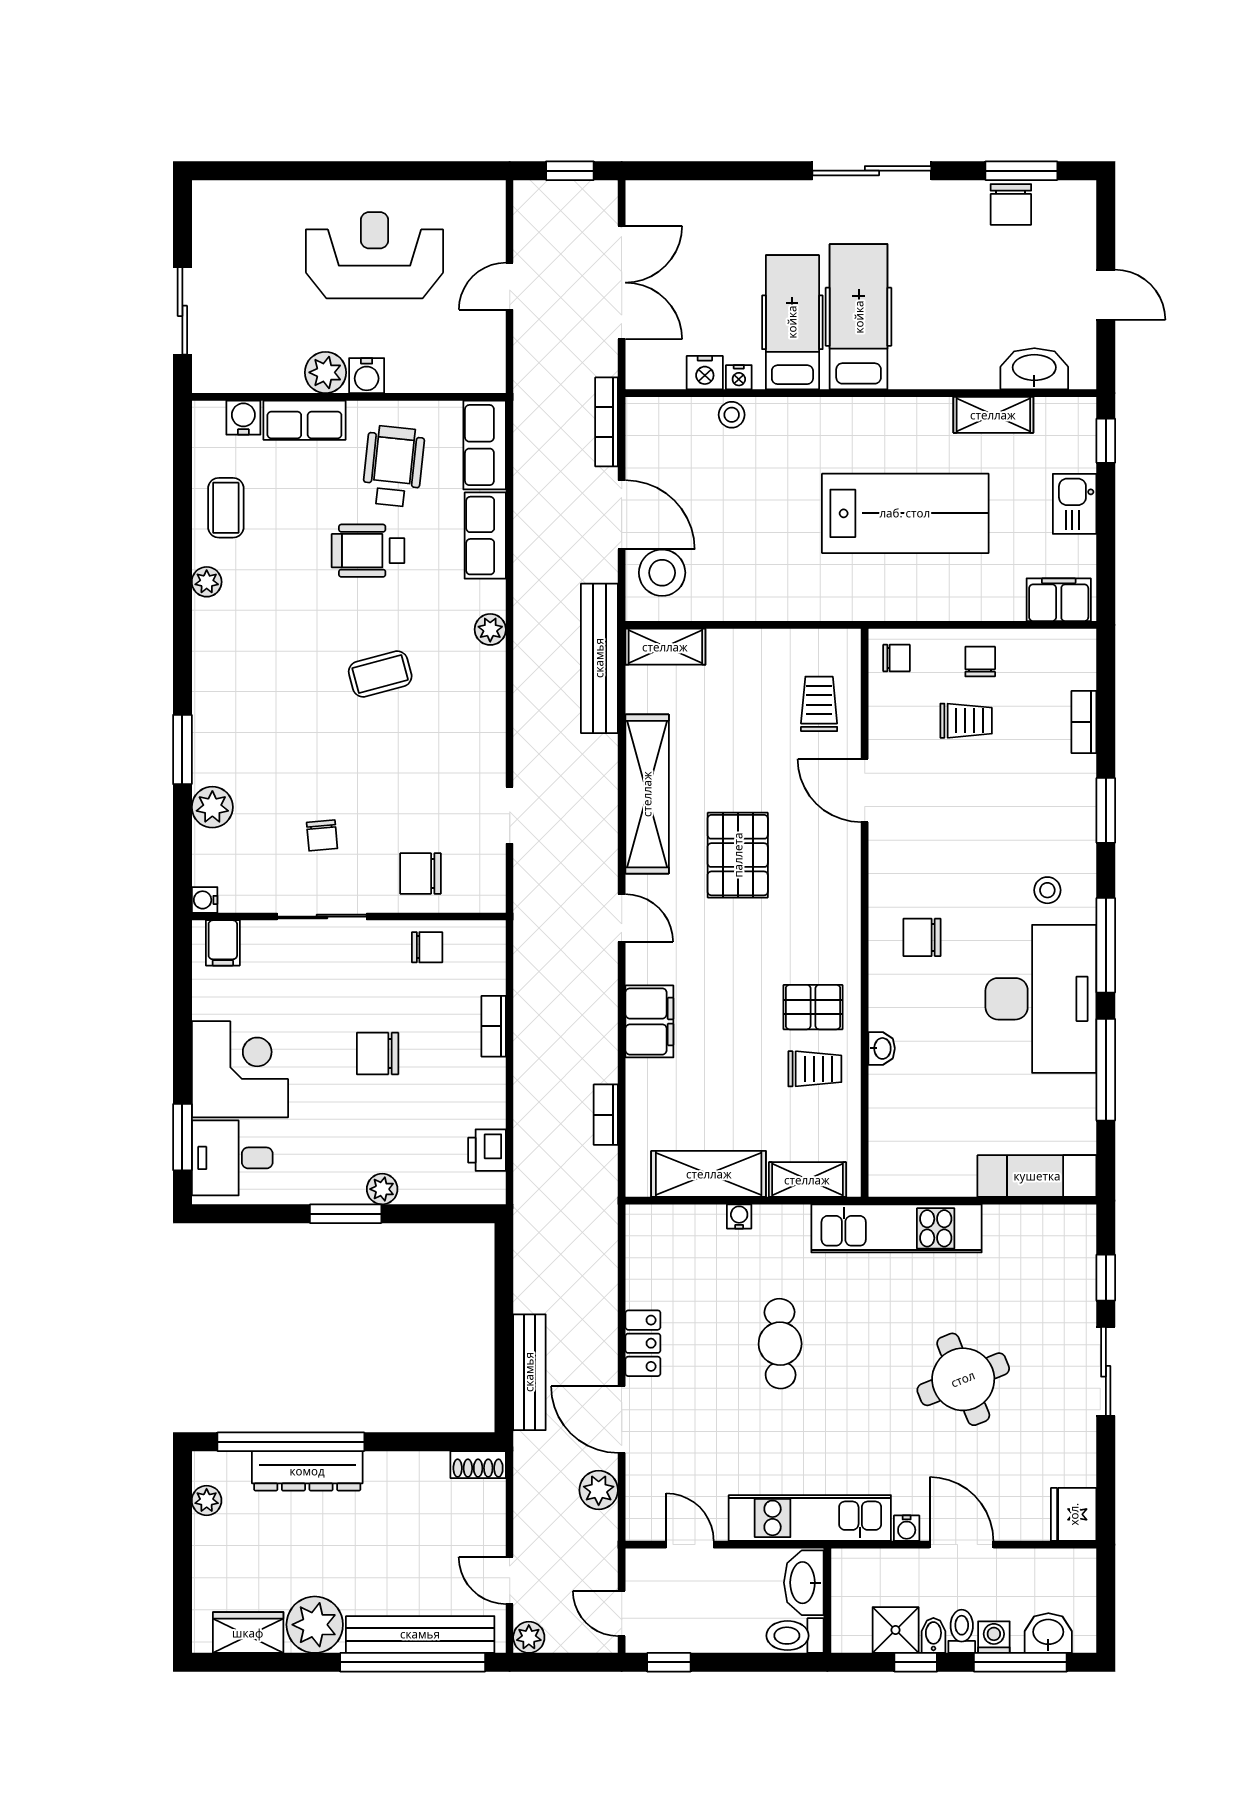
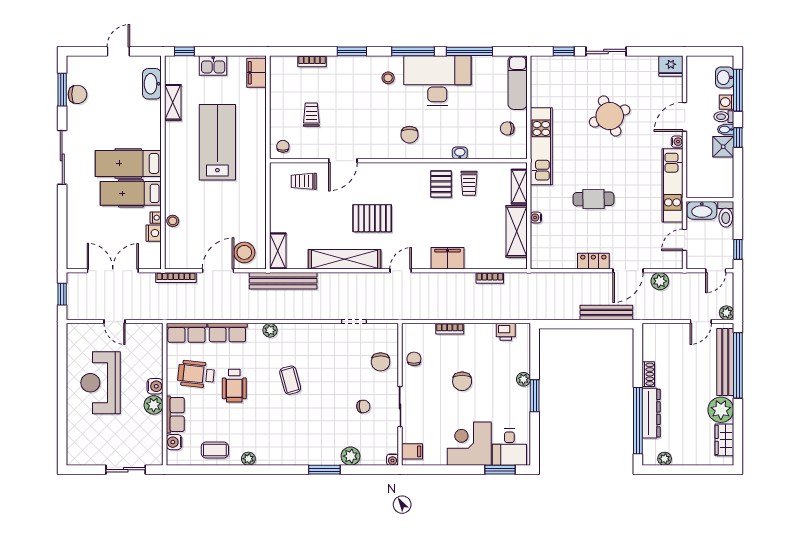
chair: (980, 662) -> (507, 128), moved
trolley: (815, 1069) -> (469, 183), turned 180
shoe rack: (478, 1465) -> (648, 374), moved
washbasin: (804, 1583) -> (702, 210), moved
wall: (827, 1601) -> (710, 200), moved
toilet: (795, 1636) -> (726, 214), moved

